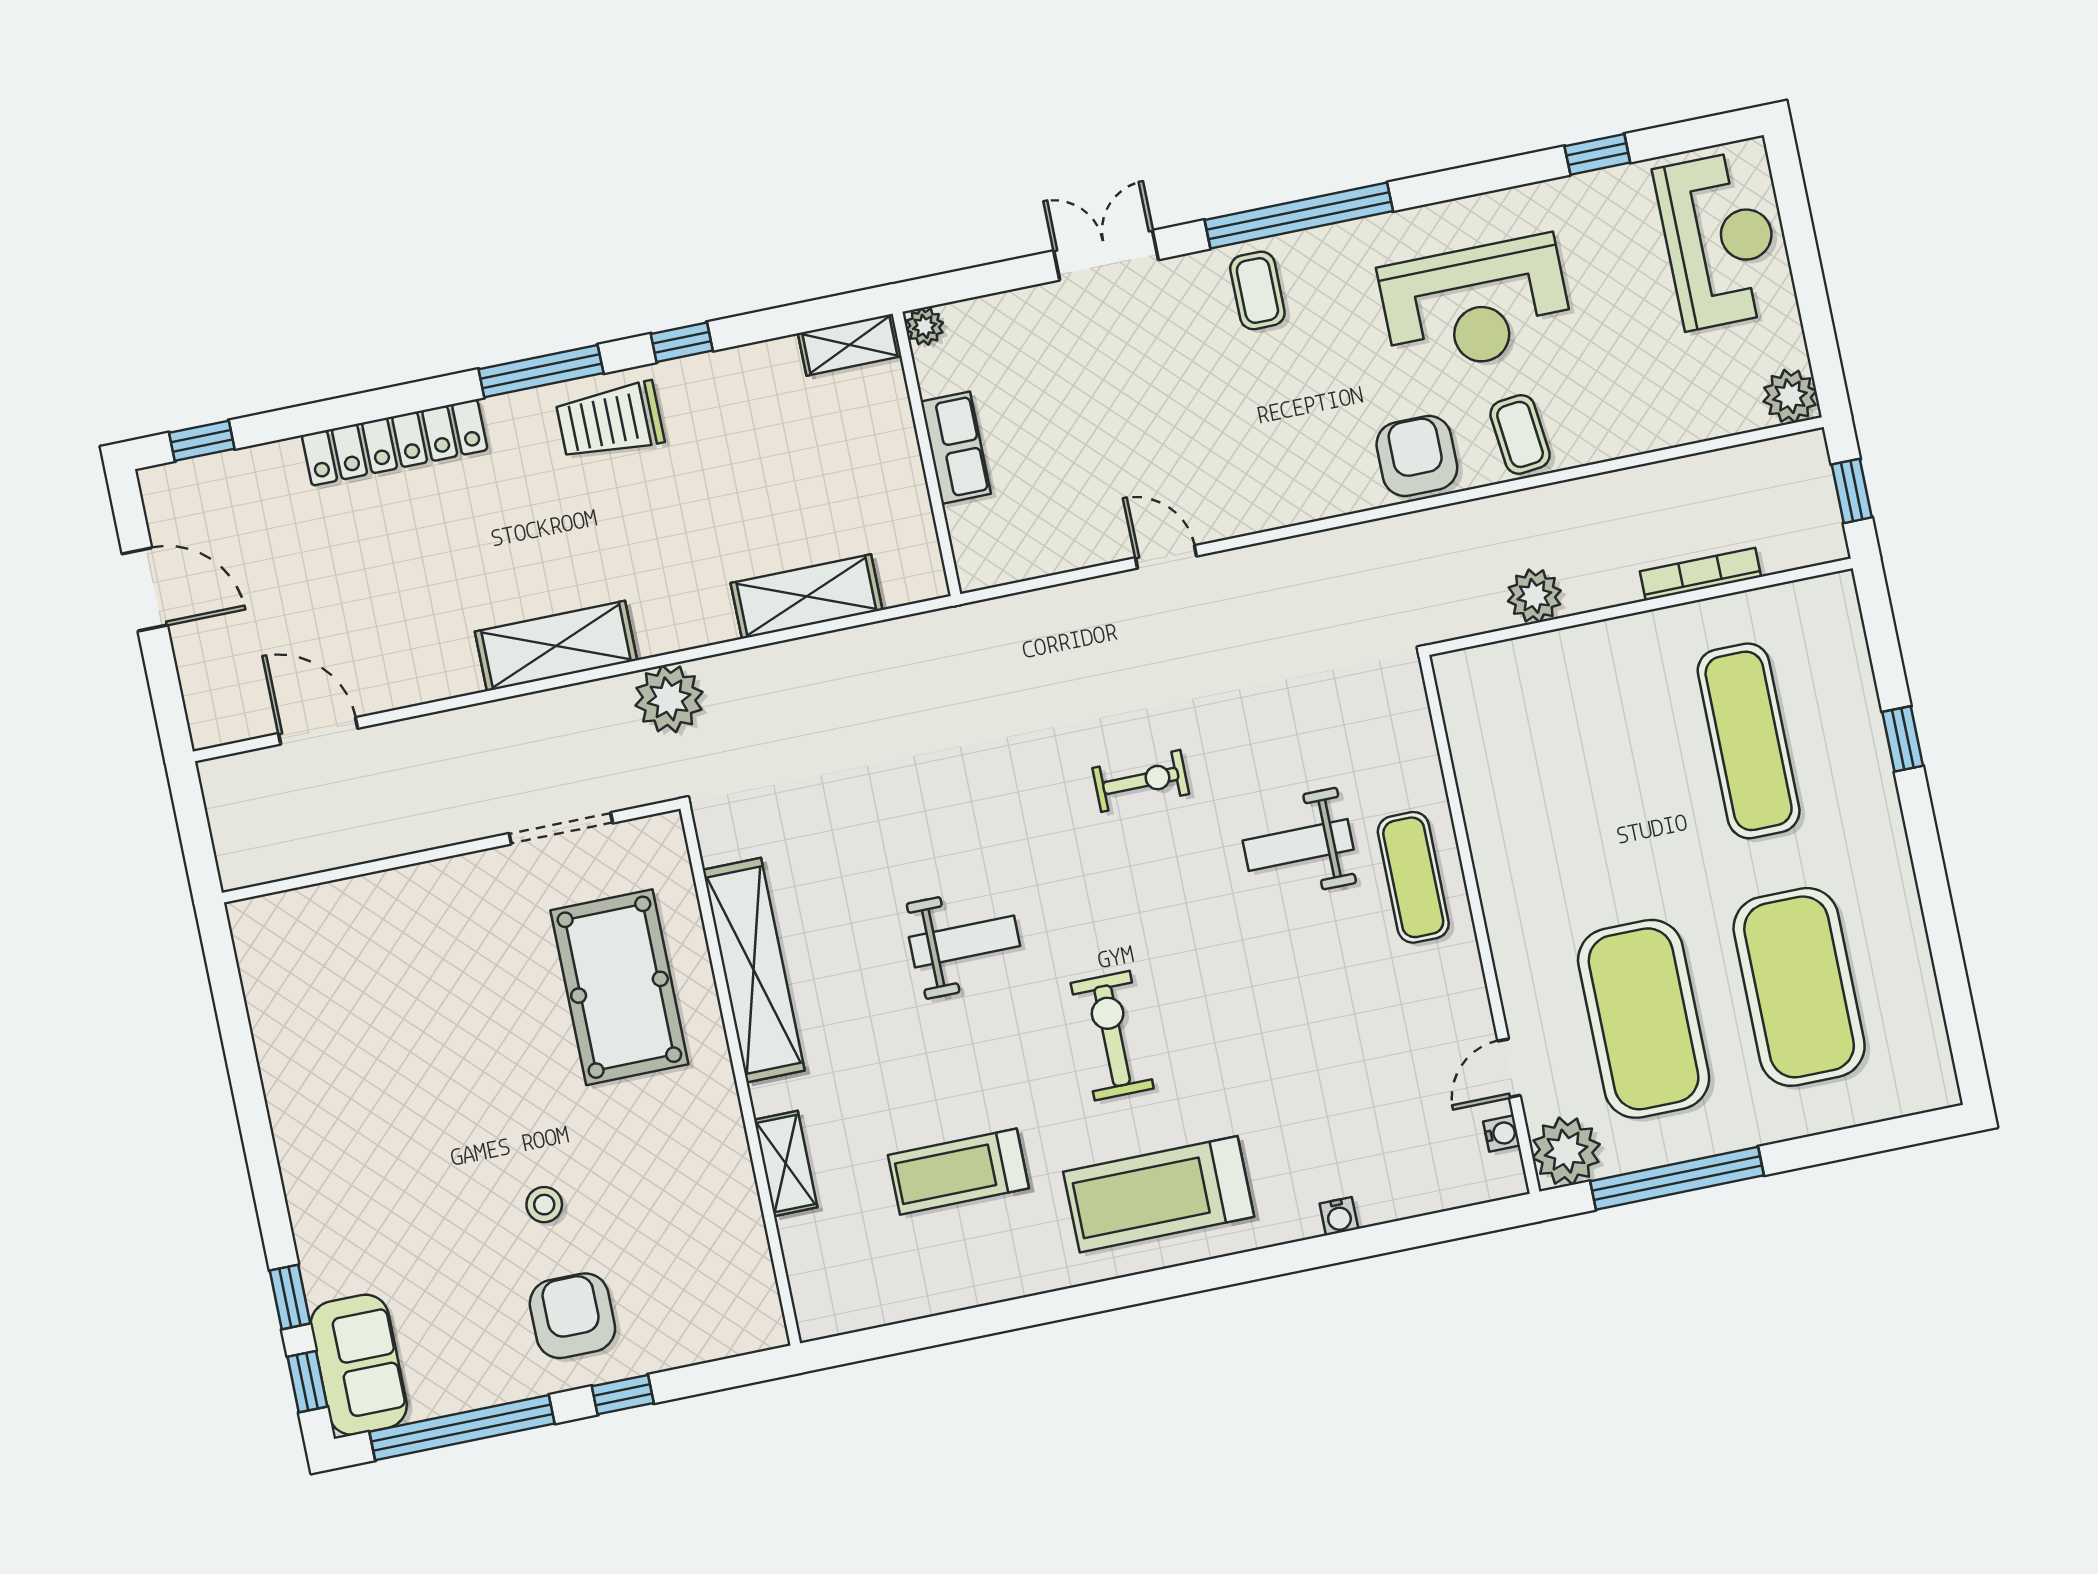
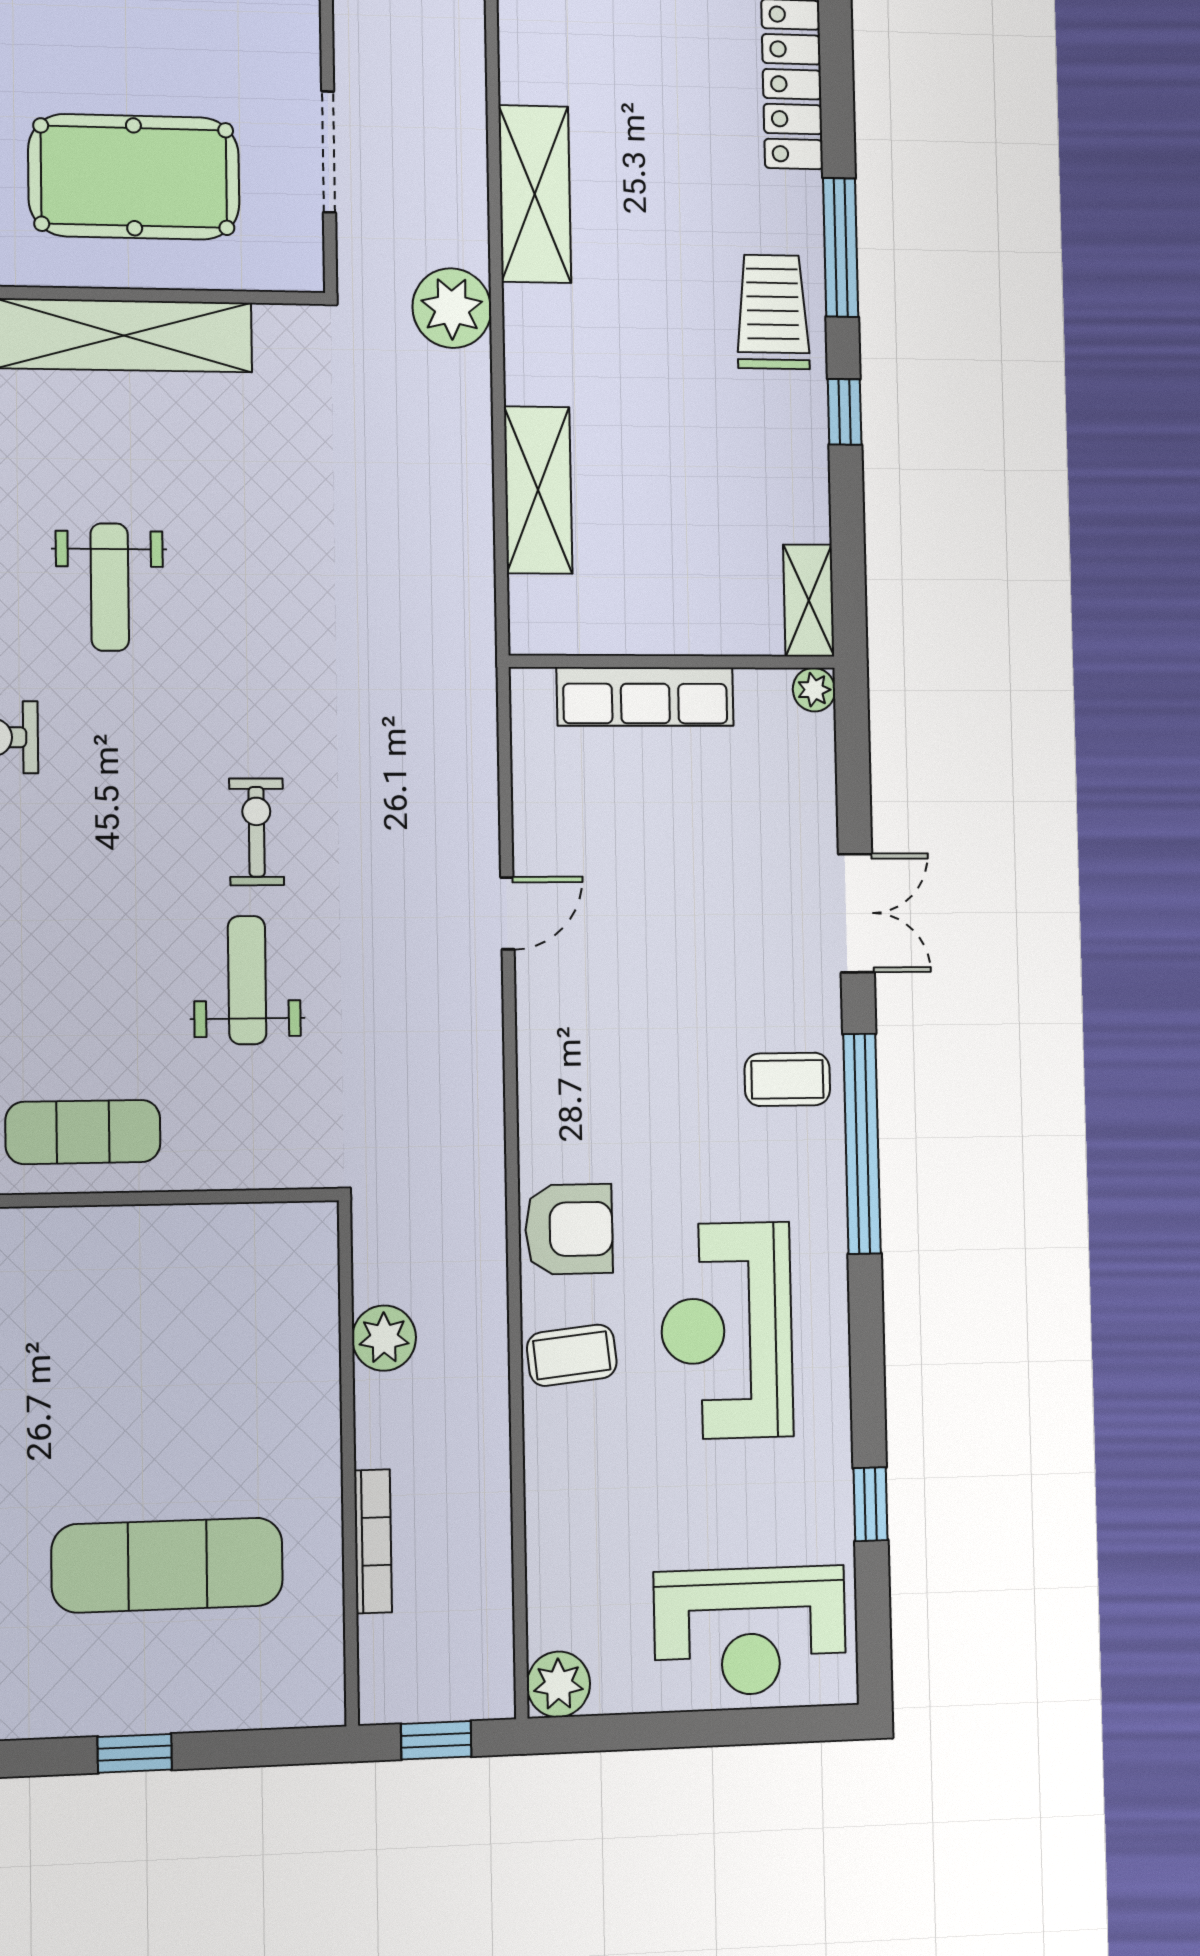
row of seats: (956, 448) -> (645, 697), width x1.48
exercise bike: (1141, 781) -> (257, 832), turned 180
weight bench: (1298, 845) -> (247, 980), moved

